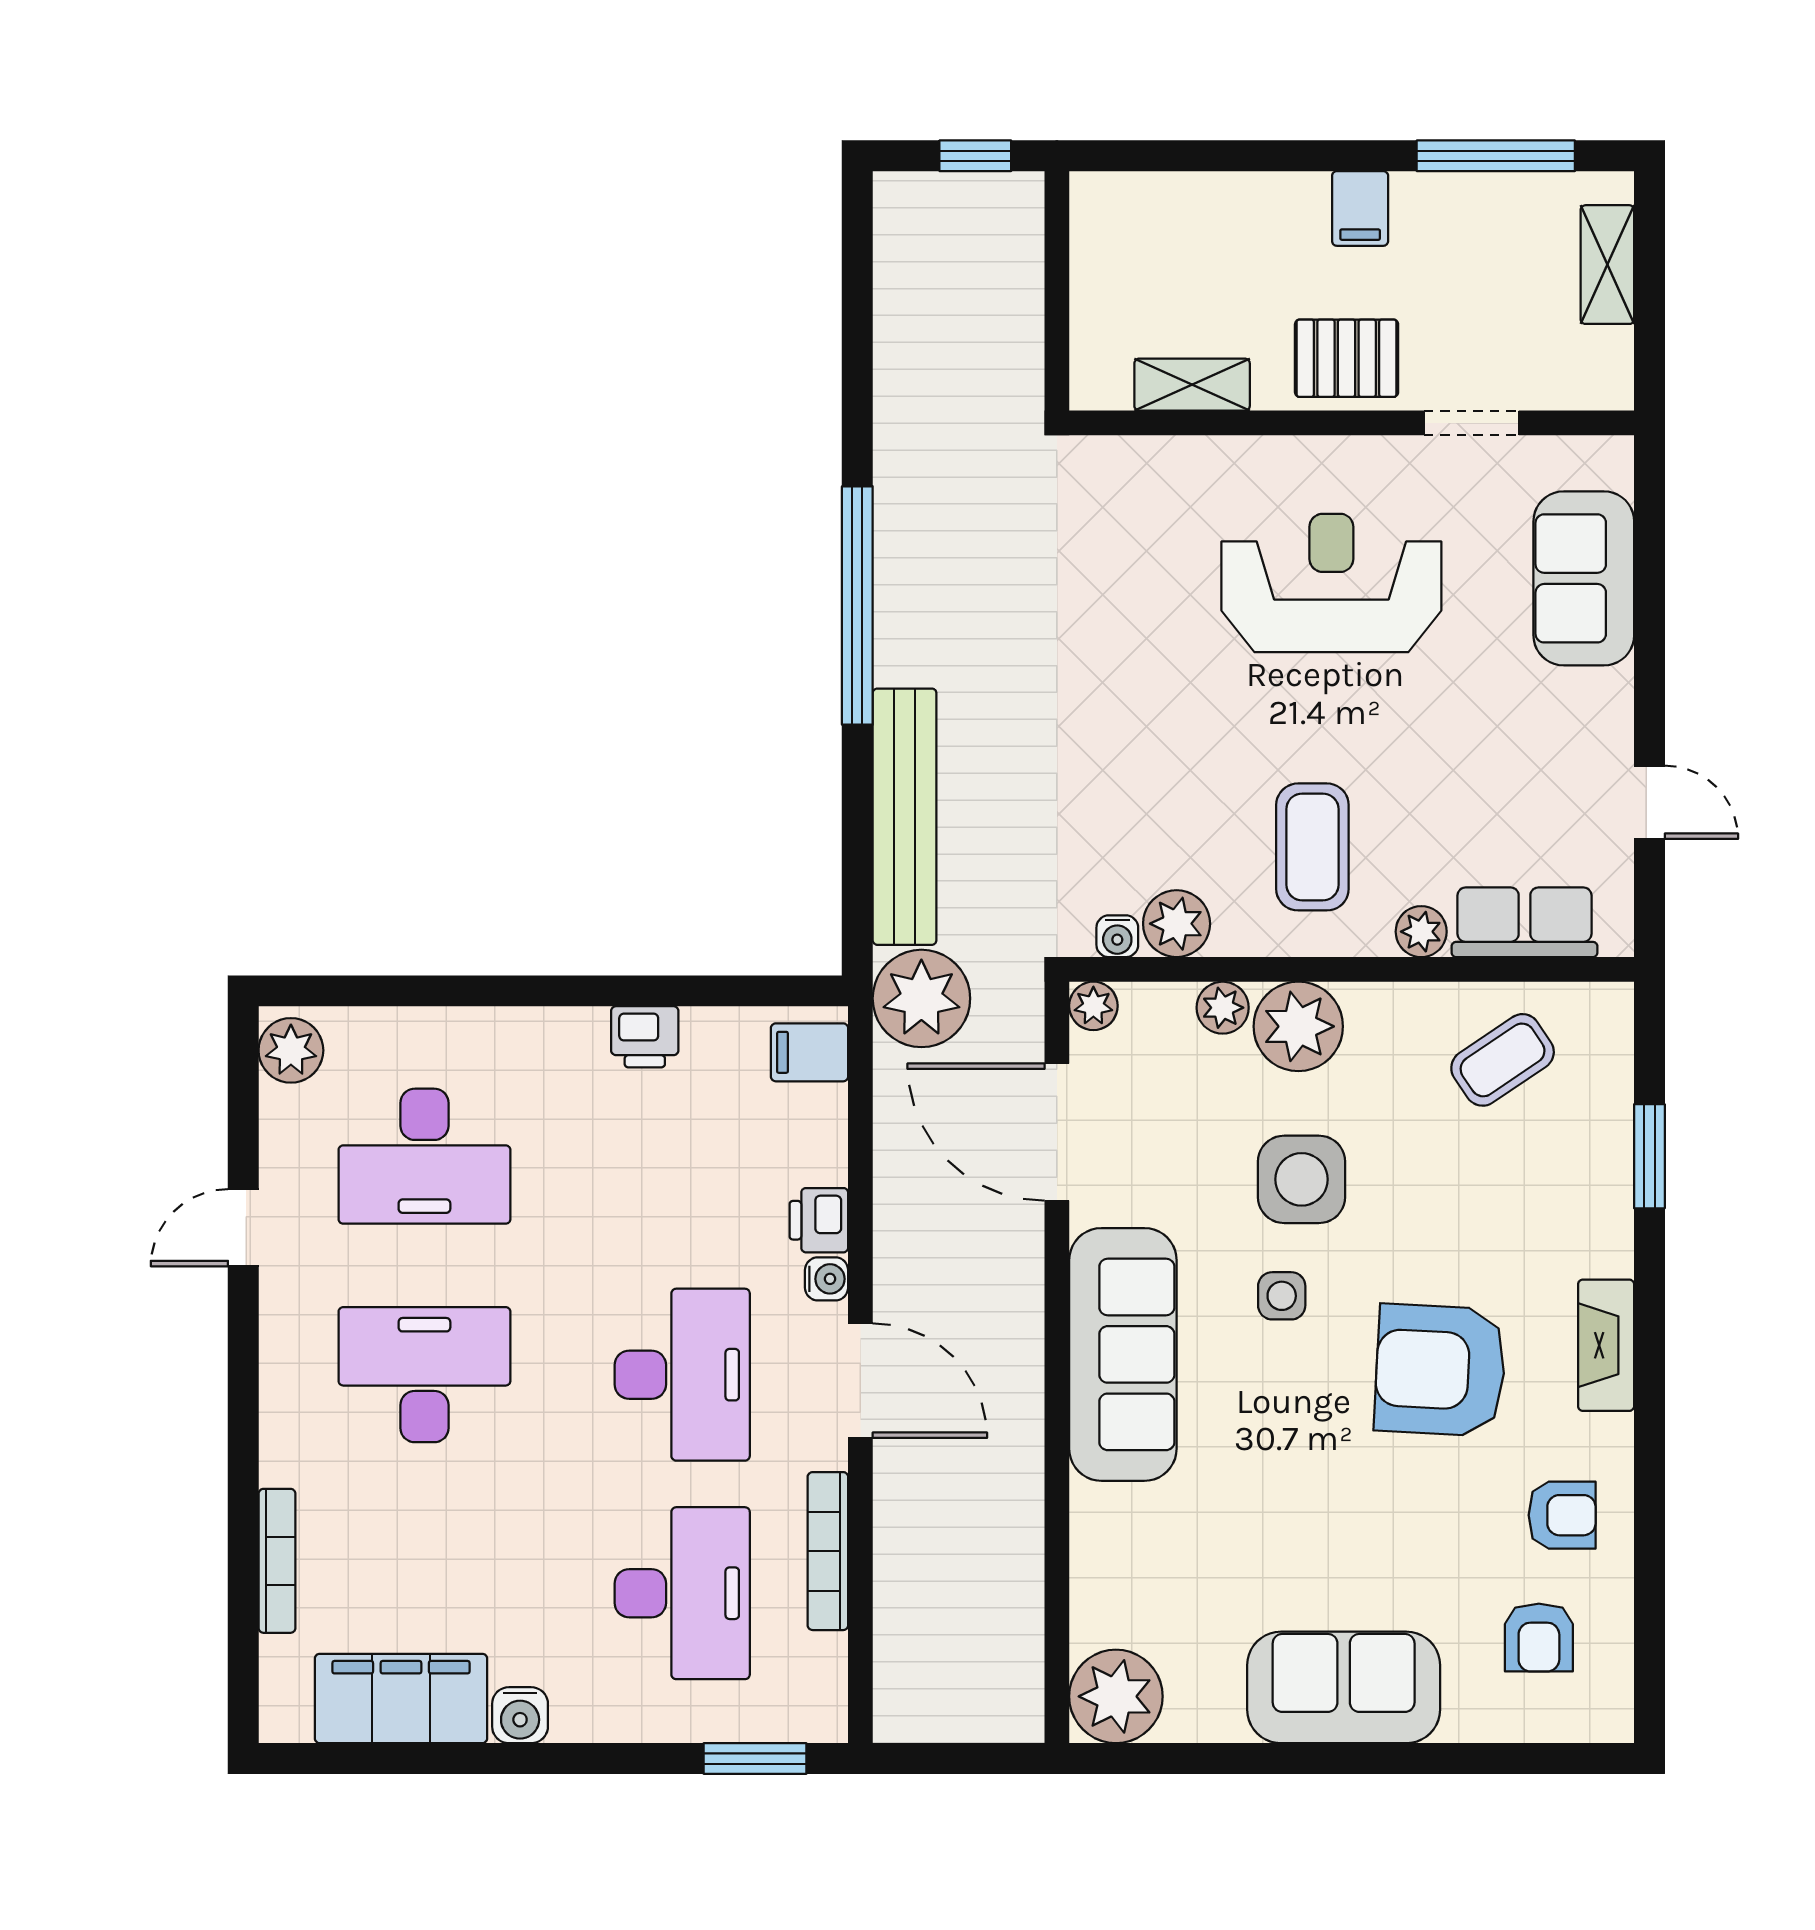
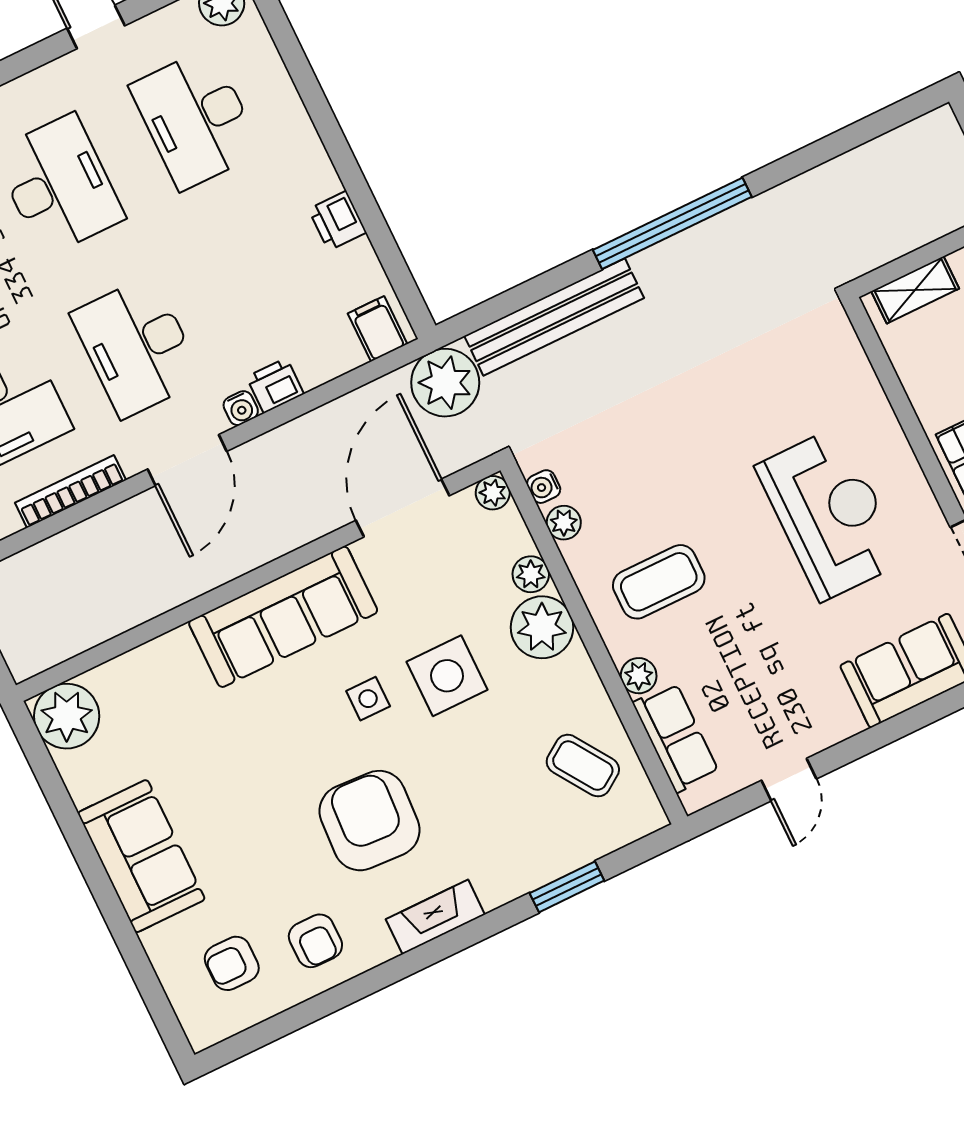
shelving: (1192, 385) -> (915, 290), moved, turned 90
plant: (1177, 924) -> (564, 523), width x0.73, depth x0.73
desk: (682, 1375) -> (137, 347), turned 90

